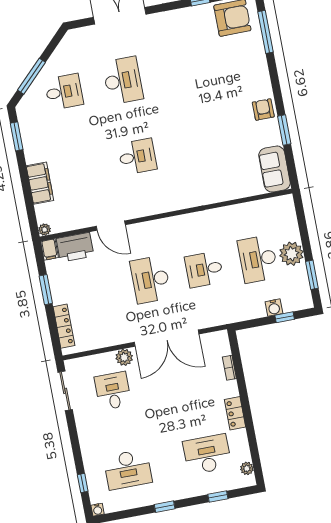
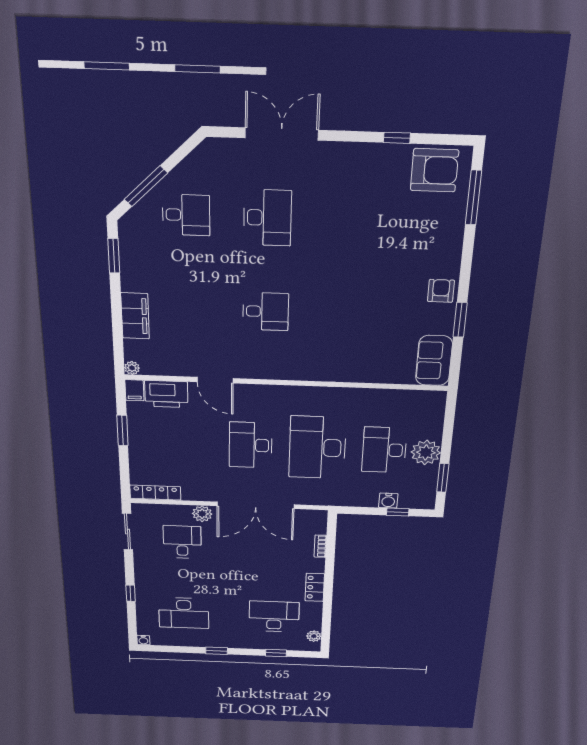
desk: (204, 269) -> (317, 448), width x1.87, depth x1.30
locker: (64, 326) -> (155, 493), moved, turned -90
window: (83, 483) -> (131, 593), moved

